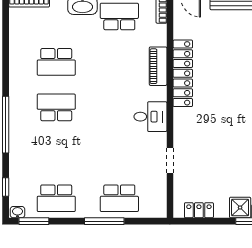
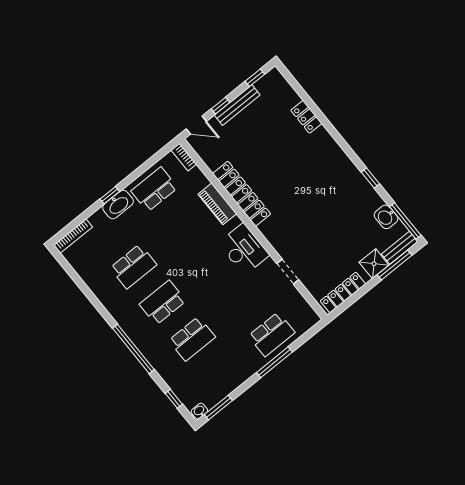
desk: (150, 117) -> (244, 249), width x1.37
school desk: (56, 198) -> (192, 339), moved
locker: (199, 210) -> (343, 292), width x1.53

